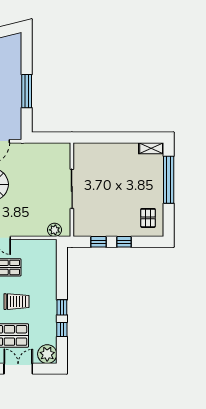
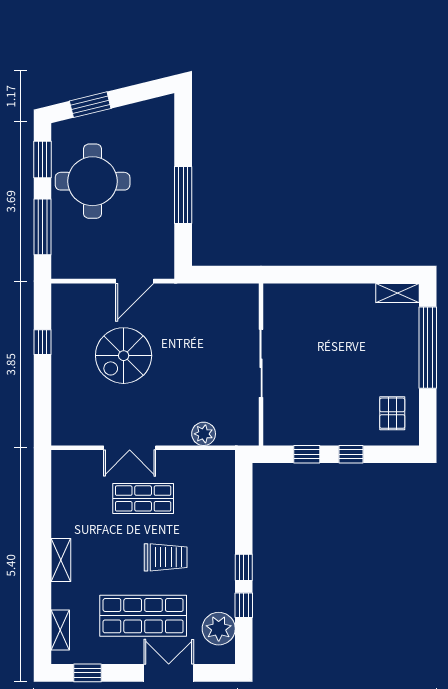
plant: (54, 230) -> (204, 434), moved
plant: (47, 354) -> (219, 629), moved

